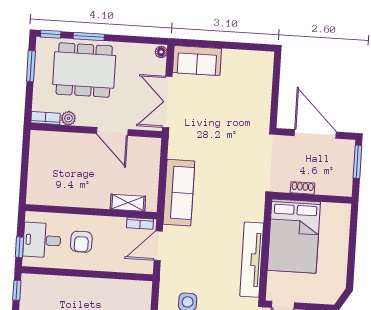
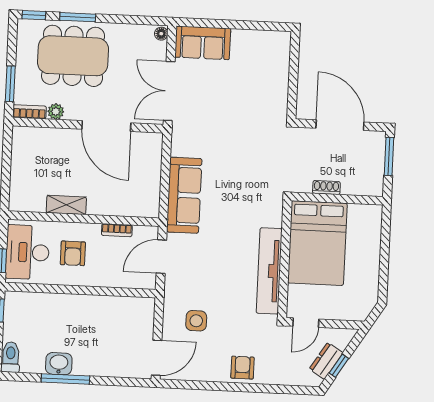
window: (31, 66) -> (10, 84), moved
door: (112, 132) -> (106, 126), width x1.36
shelving: (128, 203) -> (66, 205), moved
bookcase: (140, 223) -> (117, 230), moved
desk: (42, 240) -> (27, 252), width x1.37

